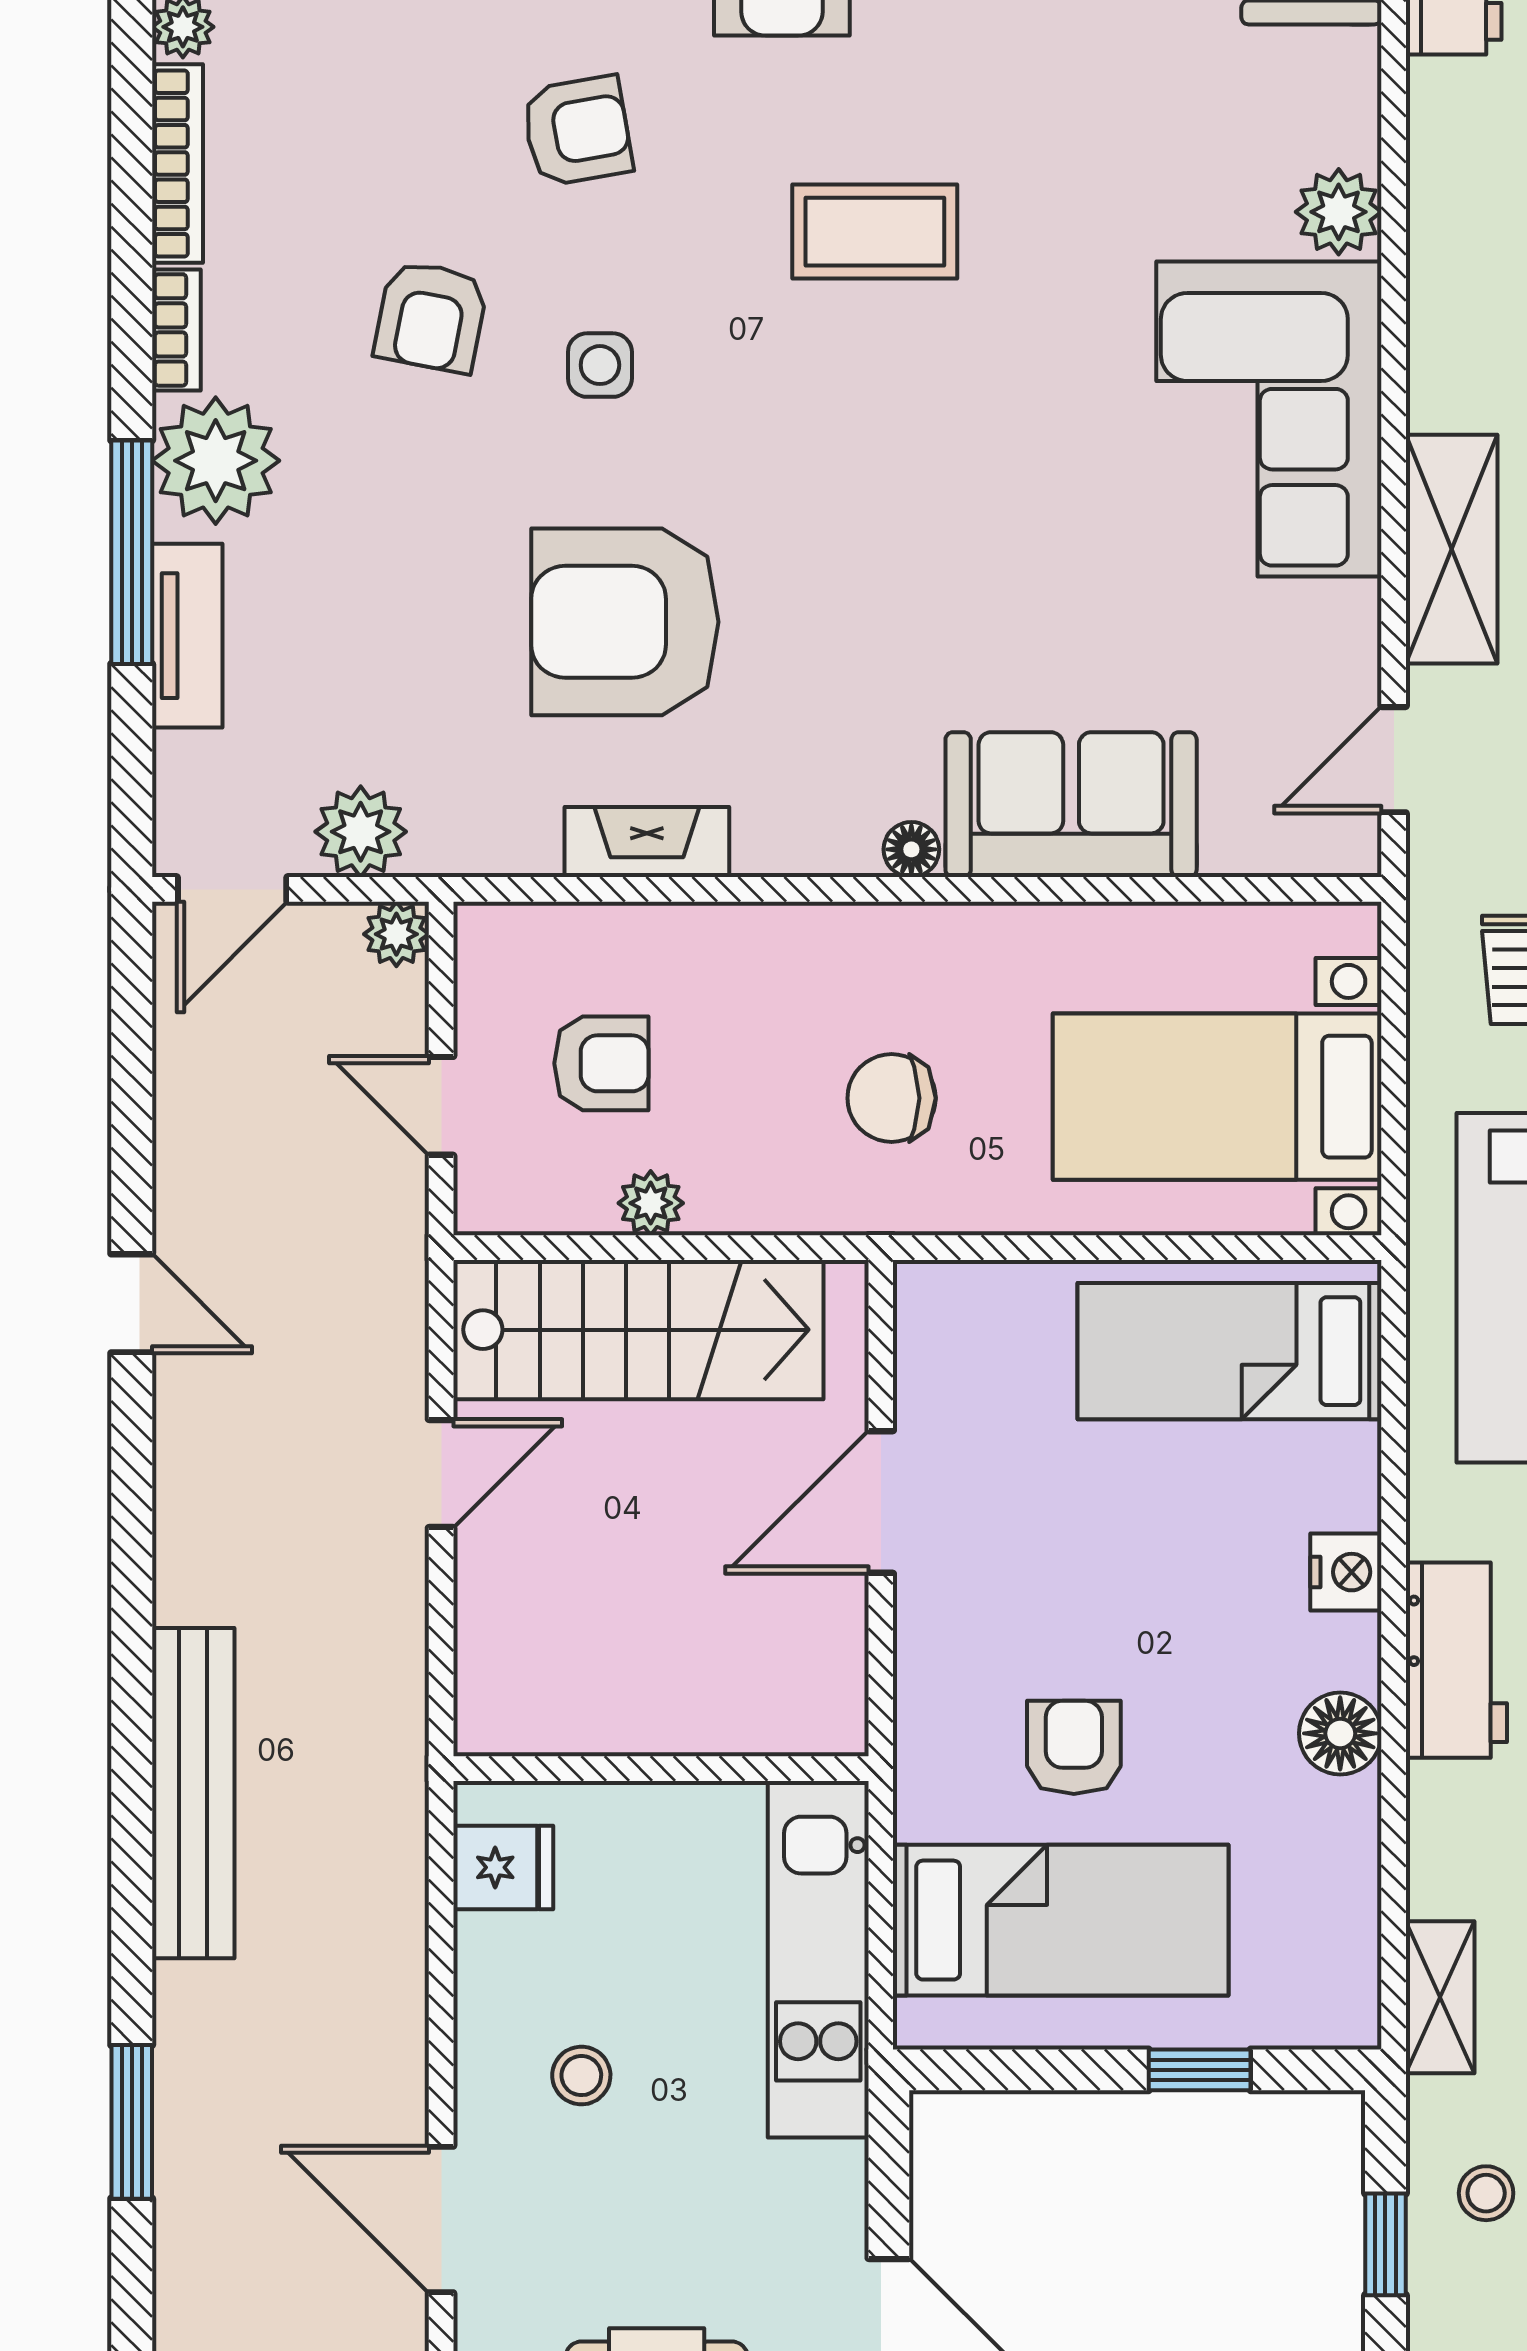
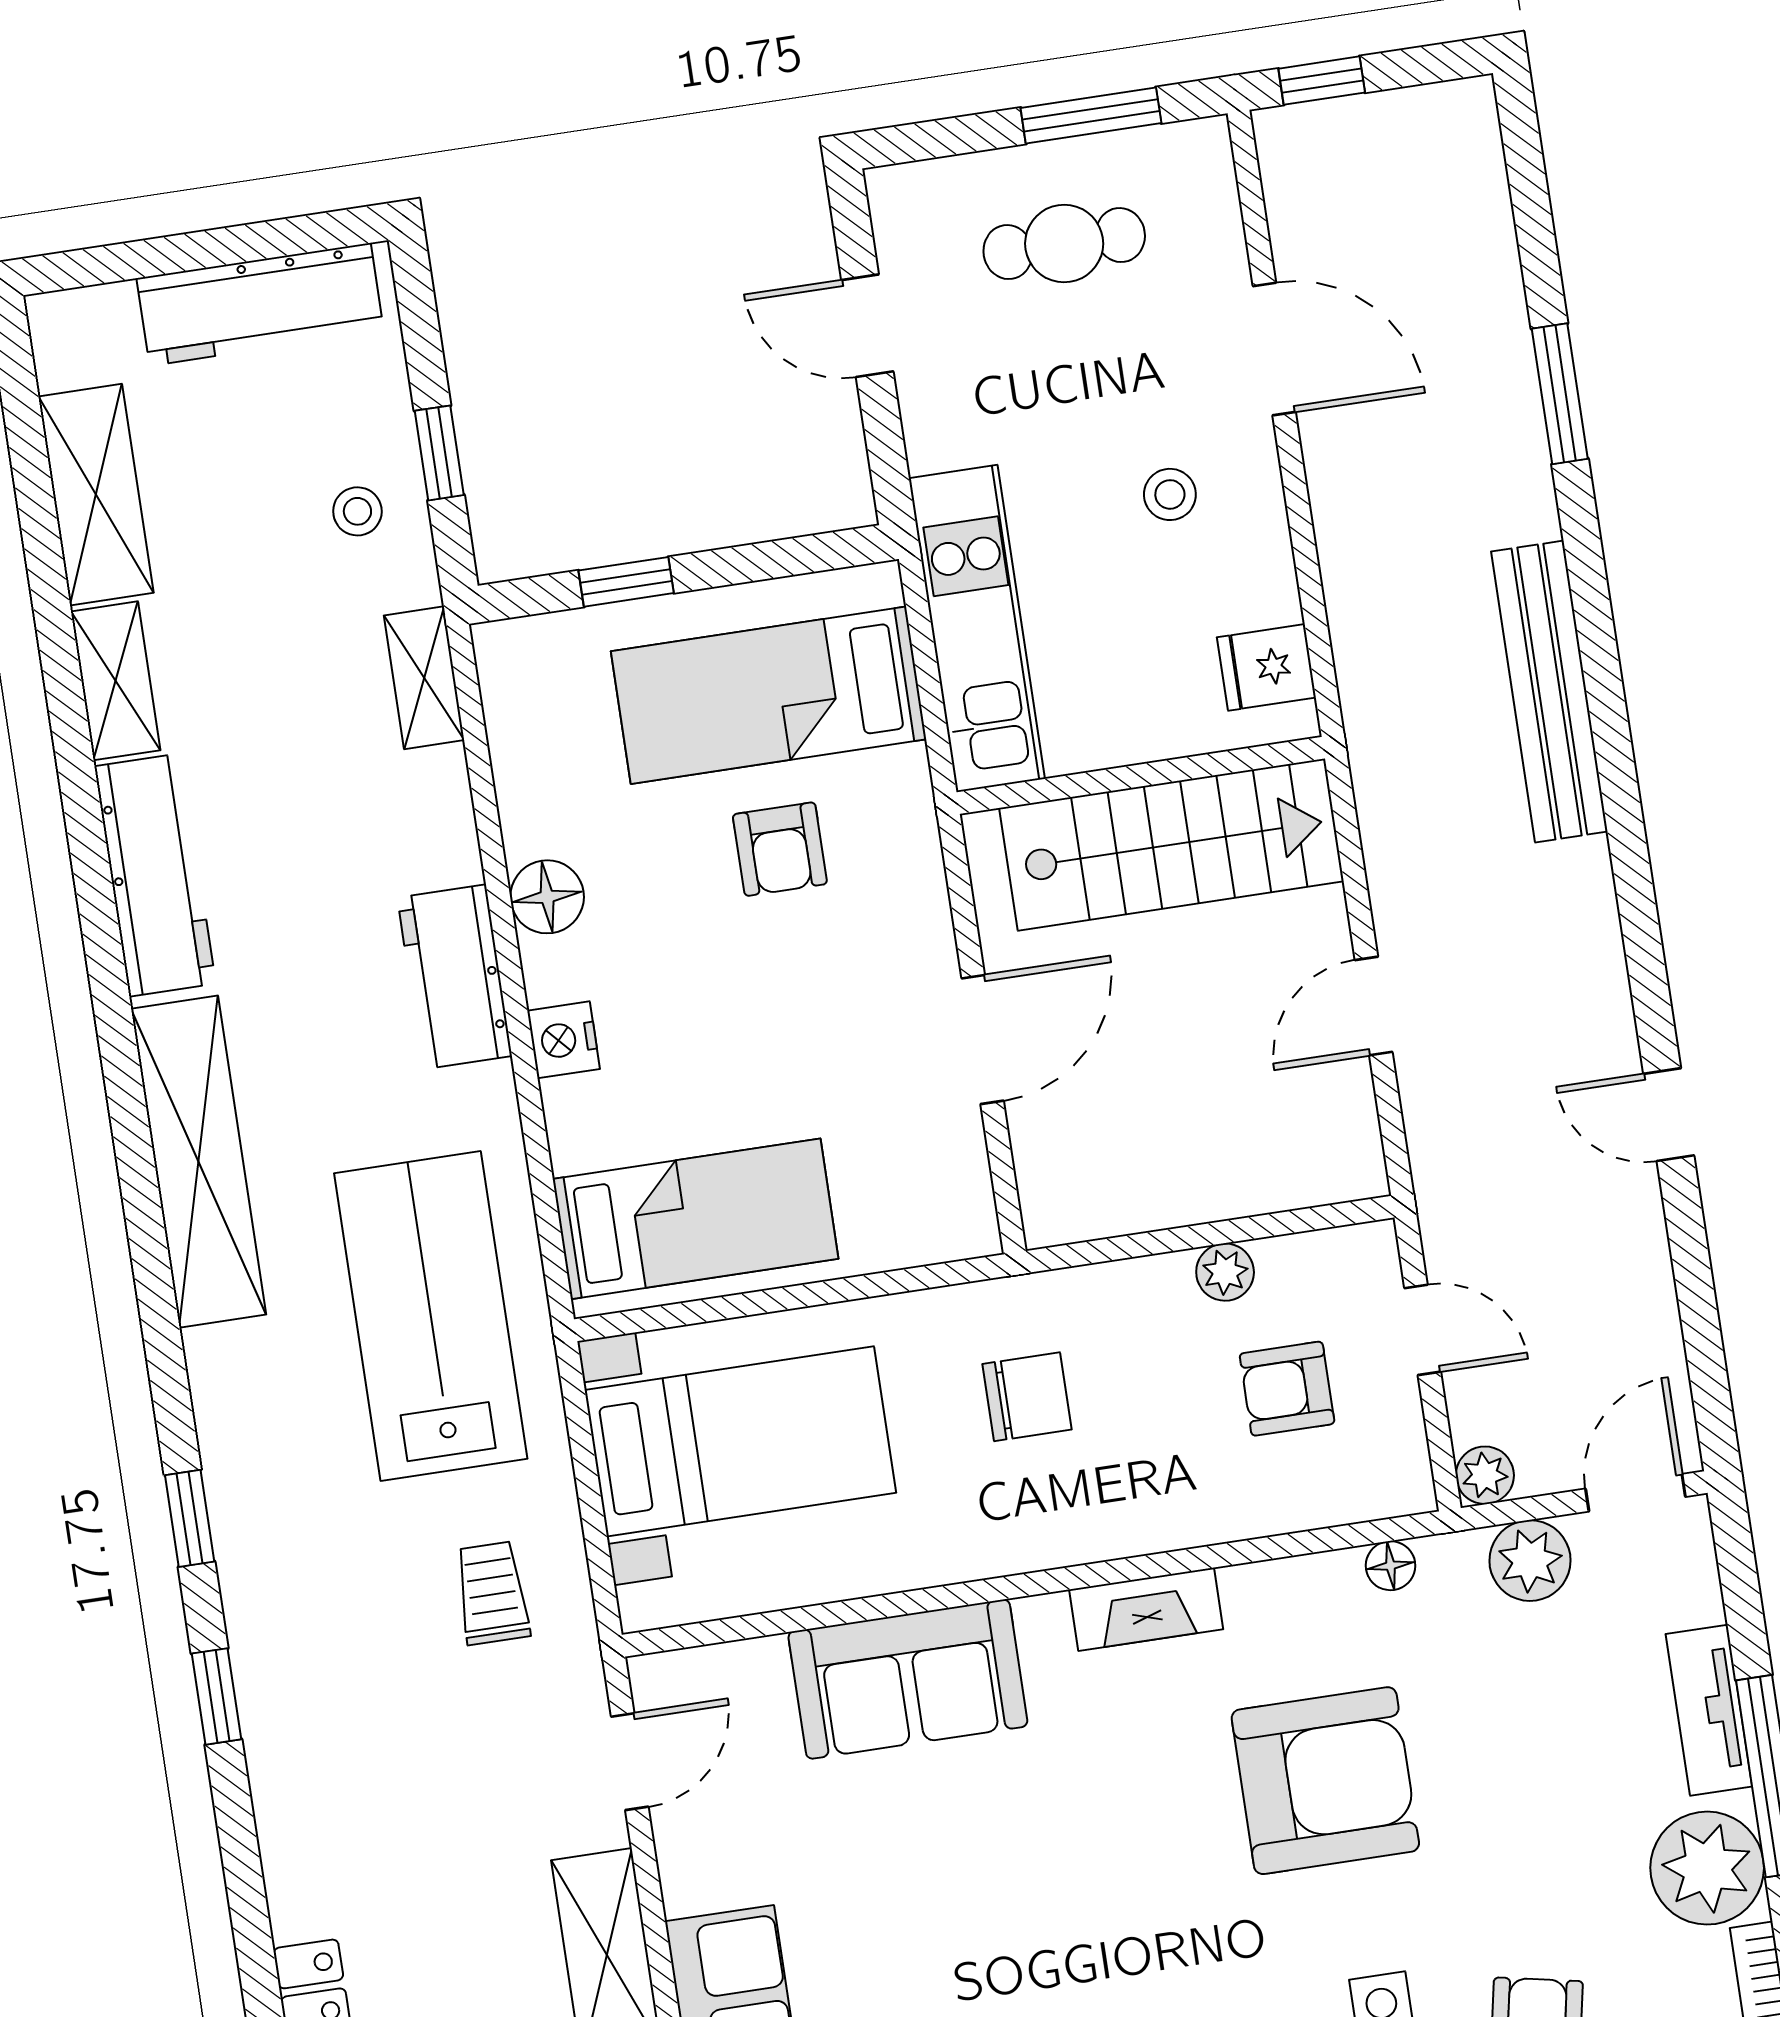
fireplace: (647, 842) -> (1146, 1609), moved
floor lamp: (911, 849) -> (1391, 1566), moved
stairs: (638, 1330) -> (1172, 845), moved, turned 180

